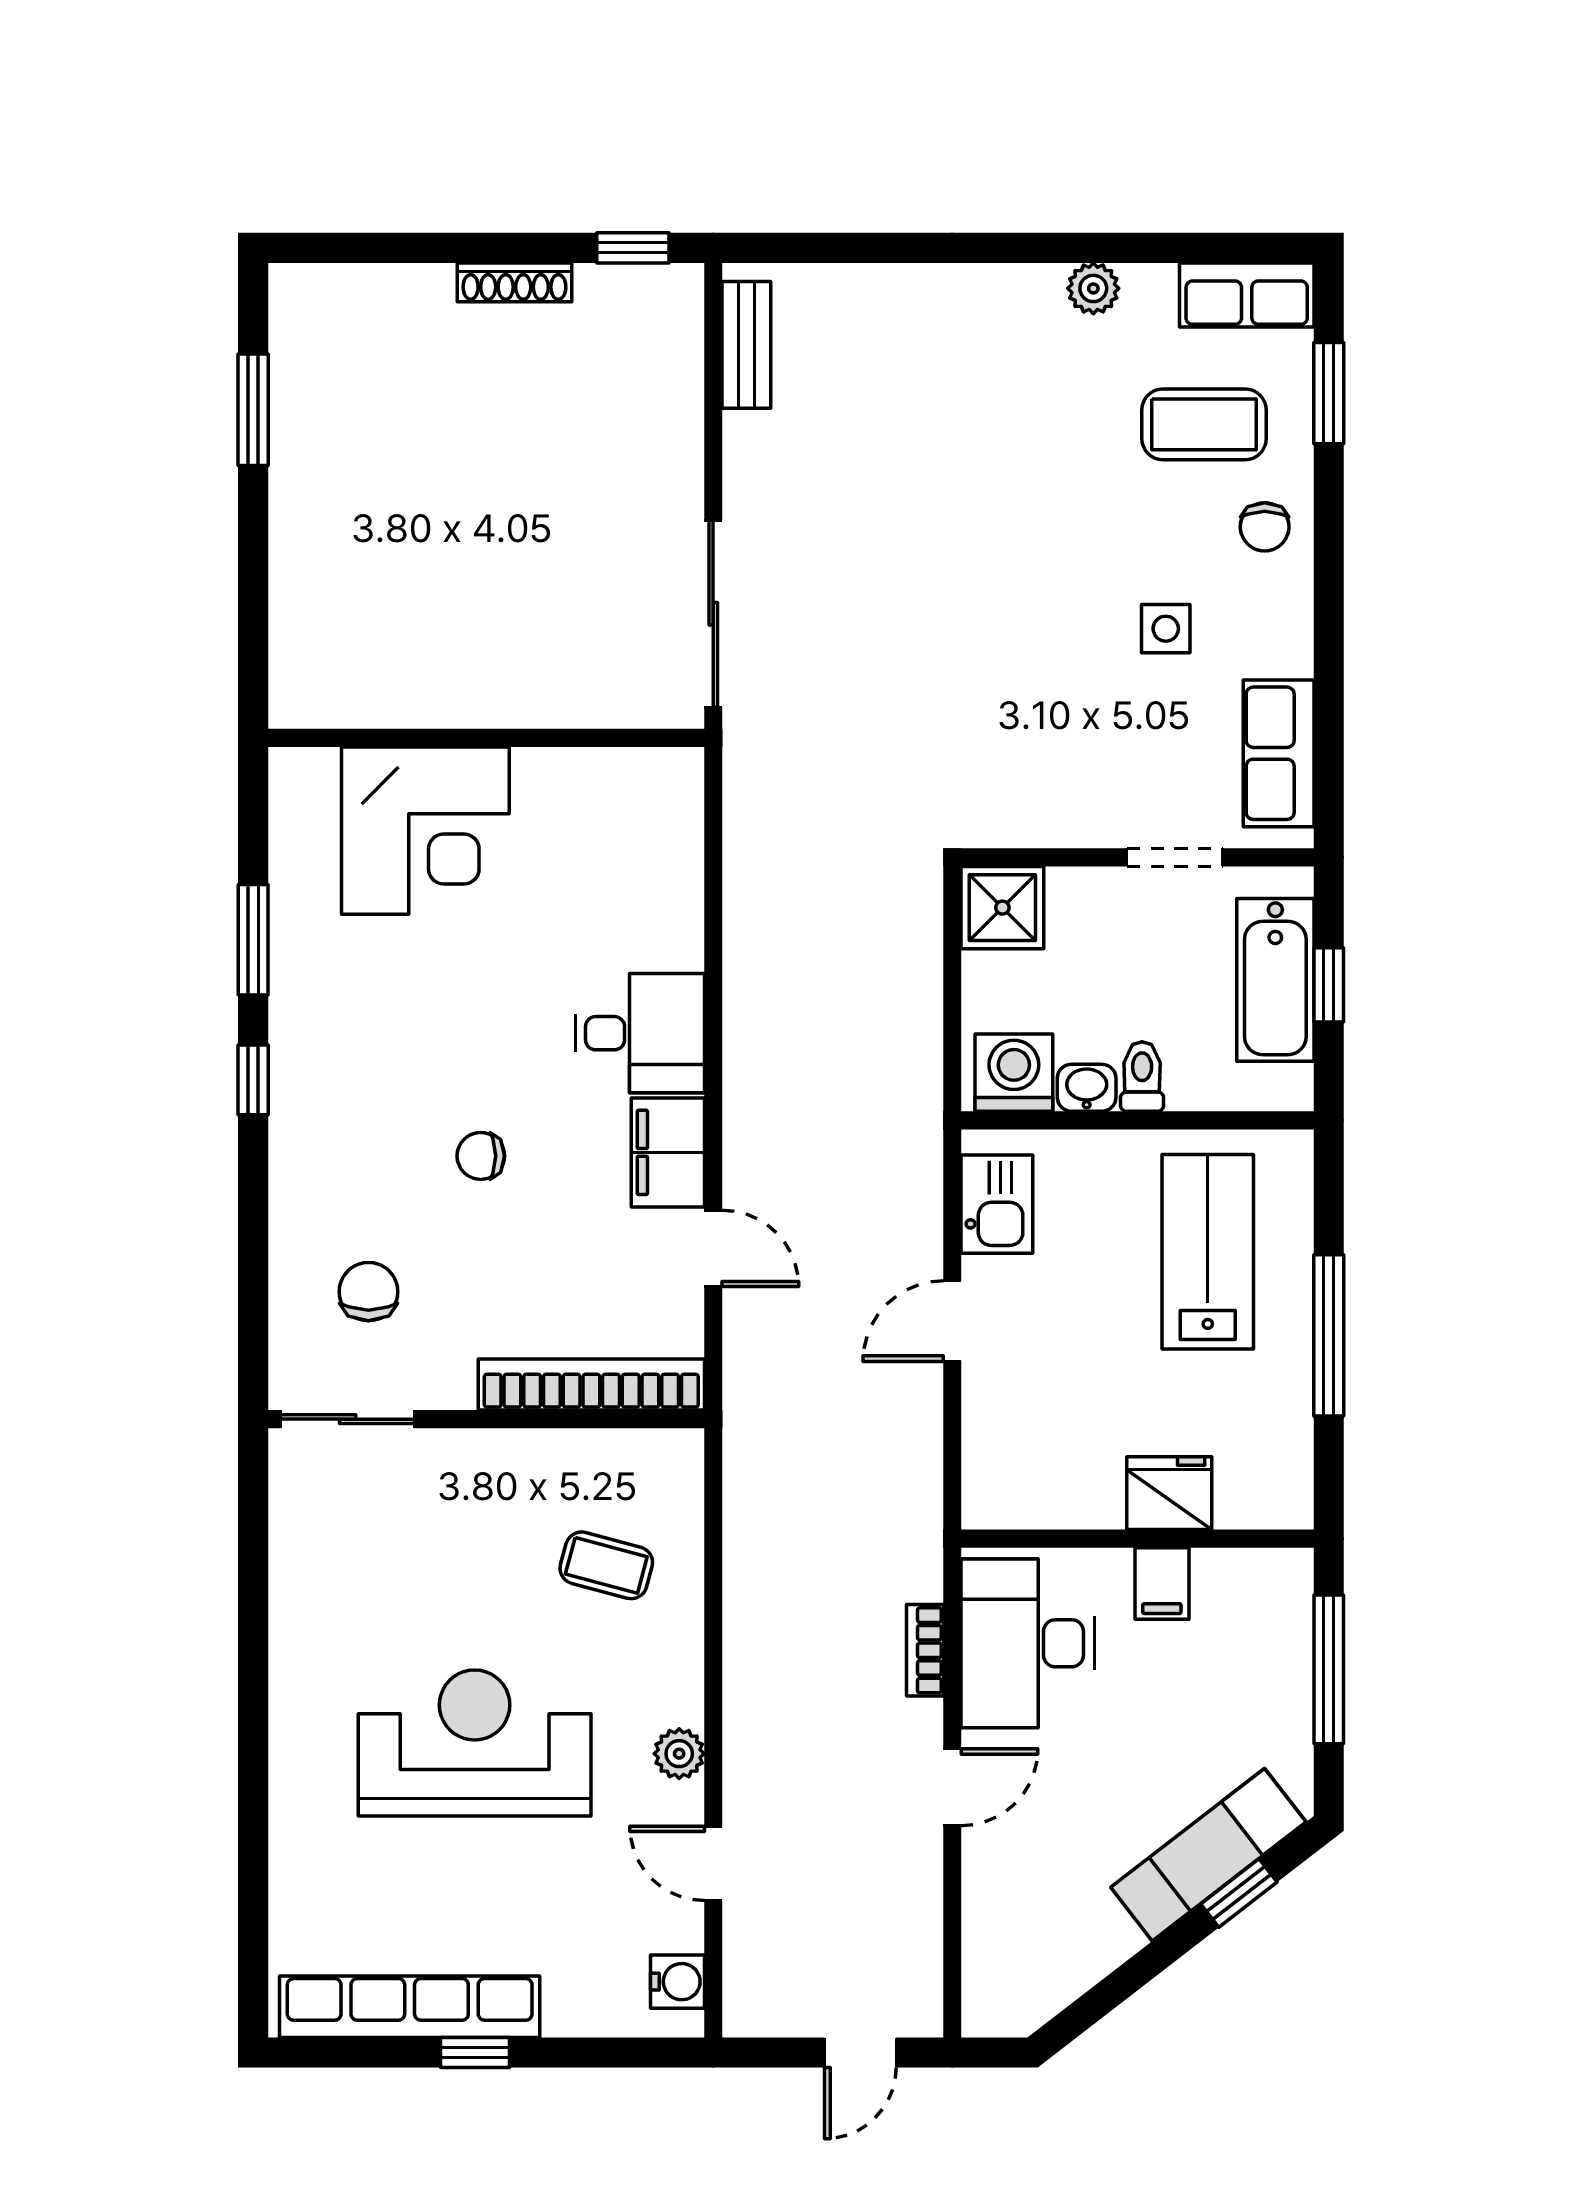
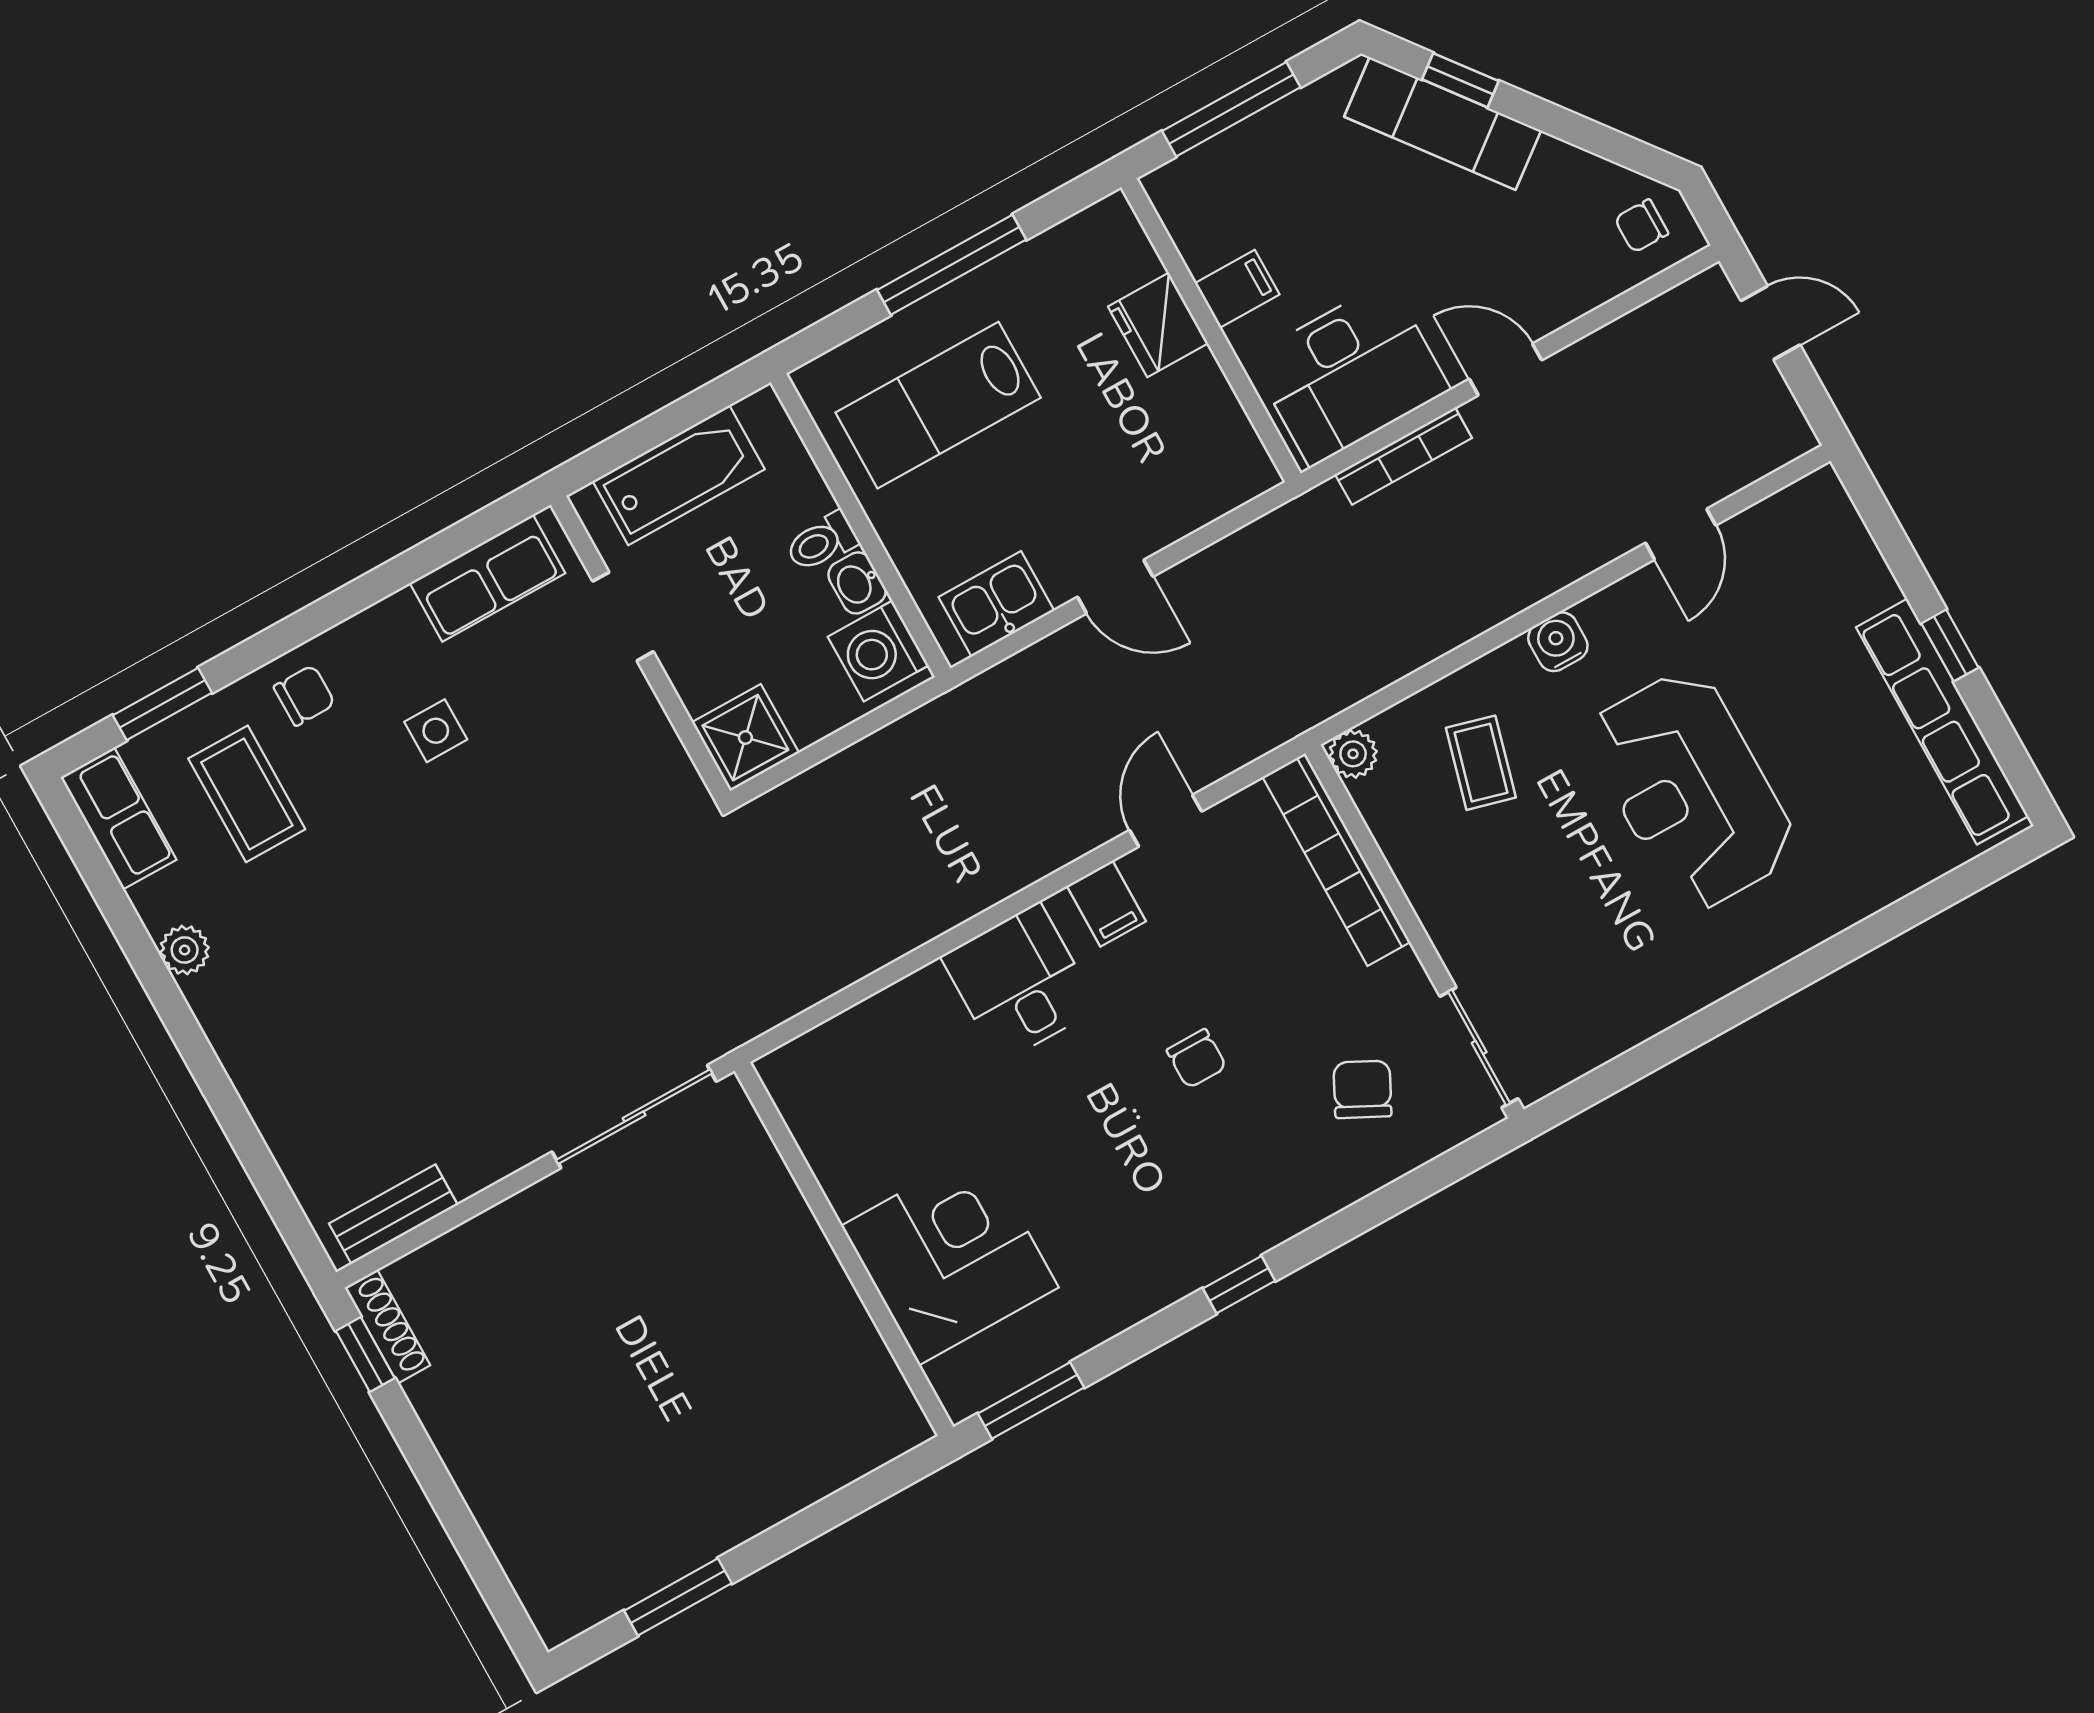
shoe rack: (514, 282) -> (387, 1327), moved
window: (253, 940) -> (1031, 1400), moved
window: (1329, 985) -> (658, 428), removed
filing cabinet: (668, 1152) -> (1106, 904), width x0.50
chair: (368, 1292) -> (1362, 1089), turned 117
bookcase: (925, 1650) -> (1404, 456), width x1.56
plant: (679, 1754) -> (1353, 754), moved
water cooler: (677, 1982) -> (1558, 642), moved
chair: (1014, 1984) -> (1641, 226), added

